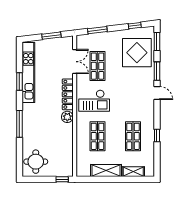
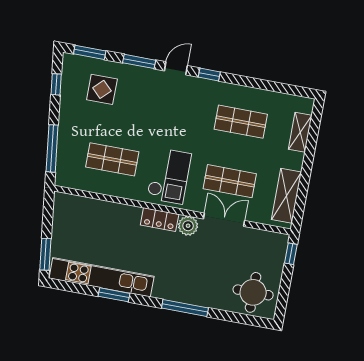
window: (97, 30) -> (52, 148), width x1.44
window: (51, 36) -> (45, 254), moved
display table: (137, 53) -> (102, 89), width x0.54, depth x0.54
double door: (75, 62) -> (224, 220), moved
locker: (68, 94) -> (160, 220), width x0.66
window: (157, 136) -> (209, 74), moved
shelving: (106, 171) -> (286, 196), moved

